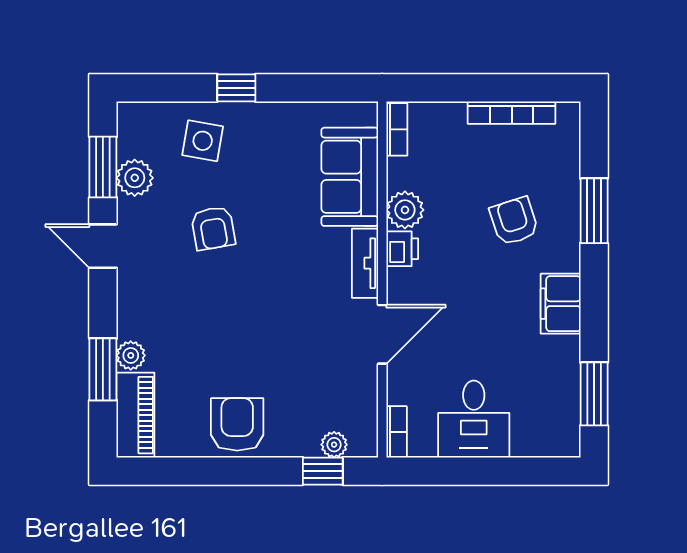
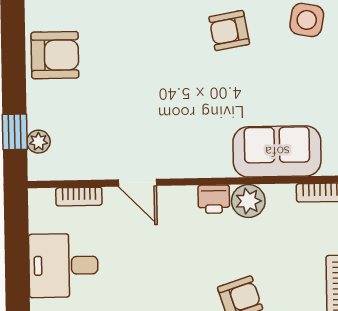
tv unit: (365, 263) -> (200, 166), removed
door: (382, 334) -> (137, 183), width x0.73
bookcase: (397, 432) -> (79, 197), moved

